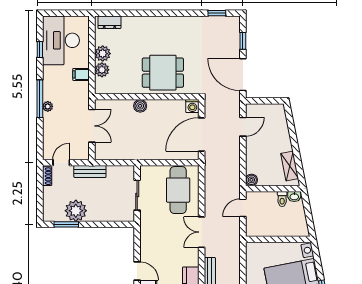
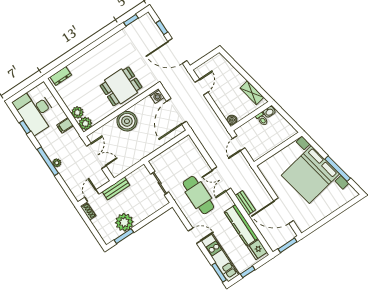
plant: (103, 54) -> (85, 123), moved
boiler: (140, 106) -> (127, 121), width x1.86, depth x1.86
cafe table: (178, 190) -> (198, 195), moved

